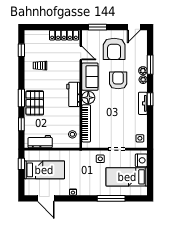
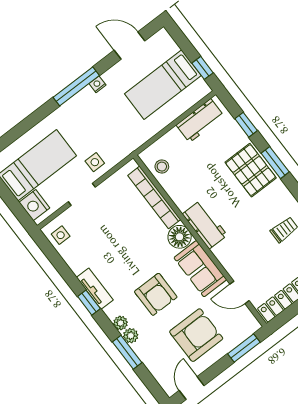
armchair: (114, 49) -> (196, 335), turned 90
window: (111, 198) -> (76, 86), moved

